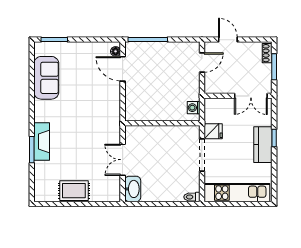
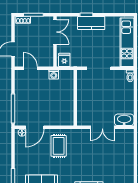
washing machine: (194, 108) -> (54, 75), moved
fridge: (213, 131) -> (64, 60), moved
rug: (74, 191) -> (59, 146), moved

